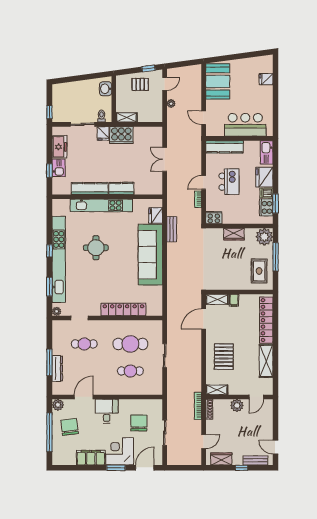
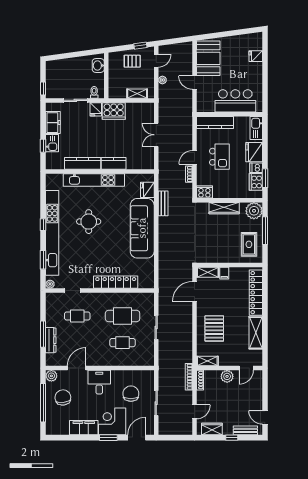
shelving: (127, 117) -> (137, 94), moved
door: (204, 118) -> (194, 83), moved
wardrobe: (234, 234) -> (224, 208), width x1.50

